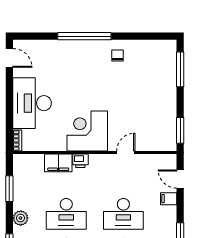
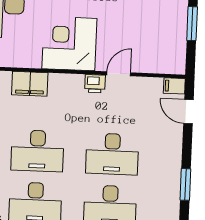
window: (180, 130) -> (192, 24), moved
printer: (80, 161) -> (95, 84), moved
filing cabinet: (169, 199) -> (174, 86), moved

